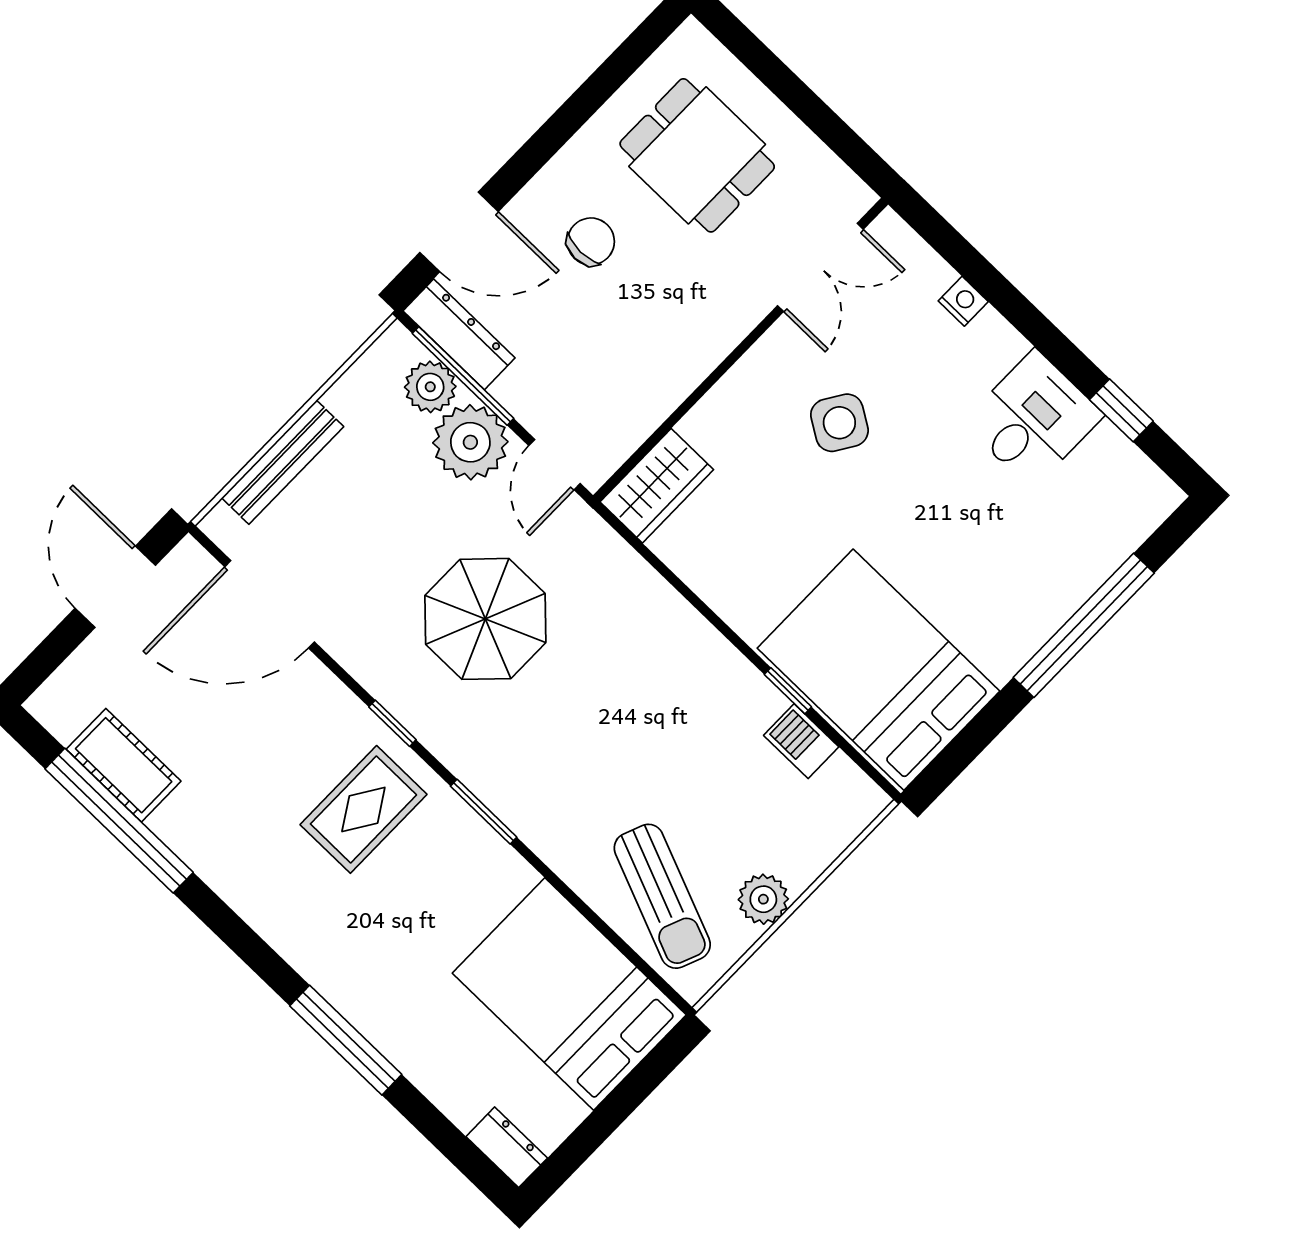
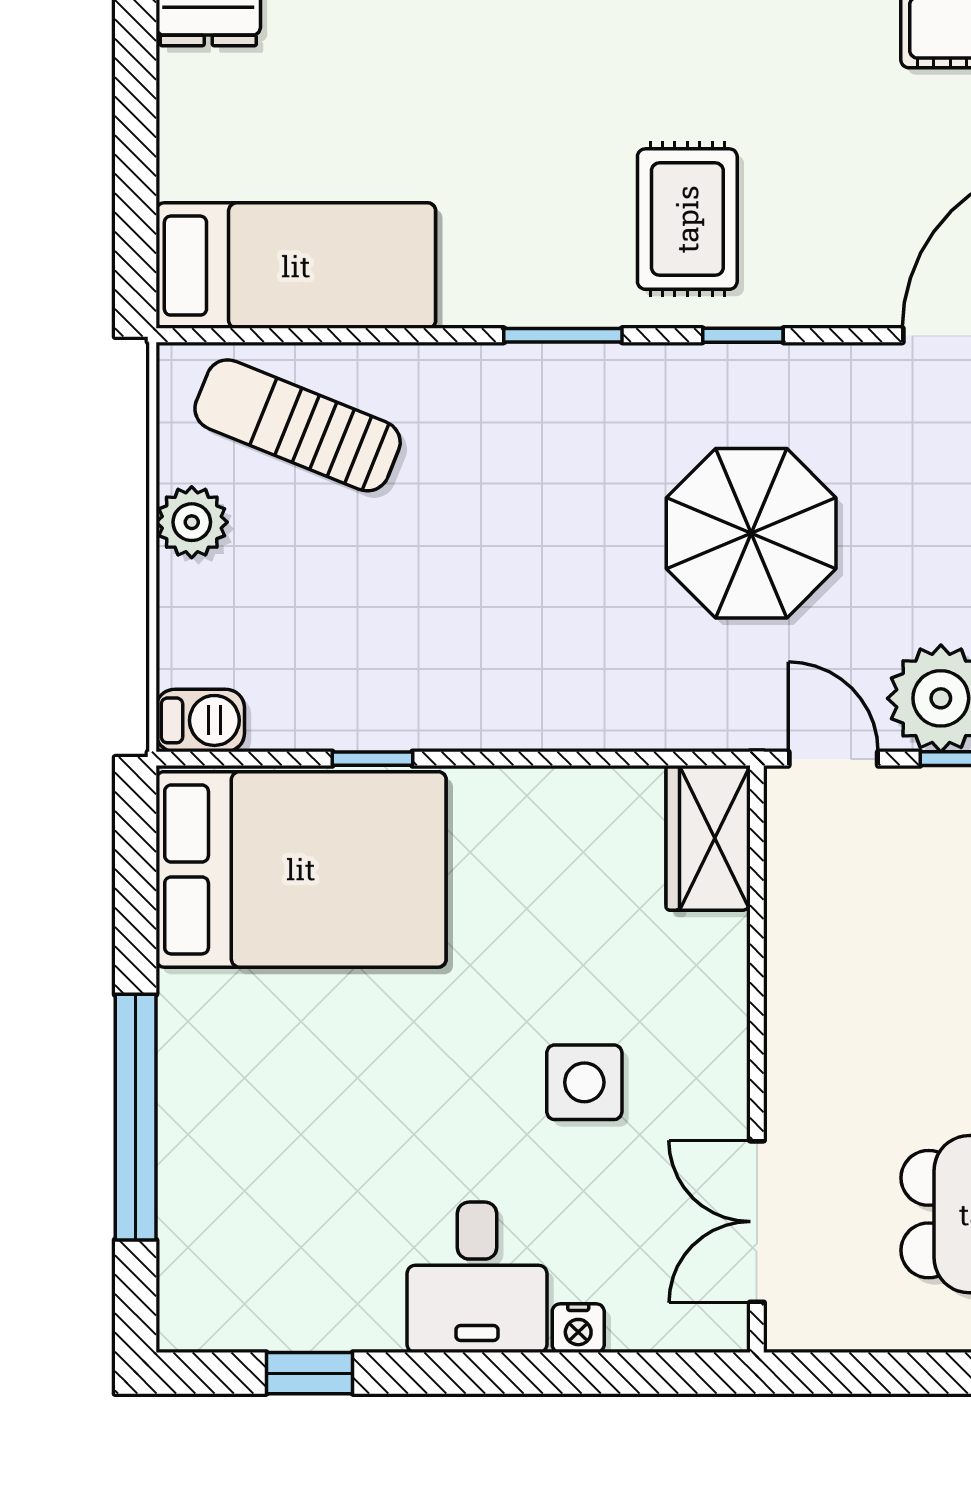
desk: (1033, 419) -> (477, 1277), moved
side table: (839, 423) -> (584, 1082), turned -32
barbecue: (801, 741) -> (200, 720), moved
bed: (569, 994) -> (296, 266), width x0.67

